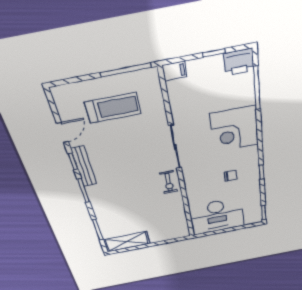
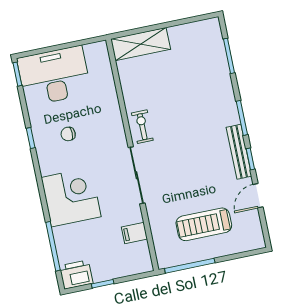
filing cabinet: (175, 71) -> (134, 233), moved
desk: (217, 216) -> (54, 76), moved
shelving: (127, 242) -> (141, 44), moved

